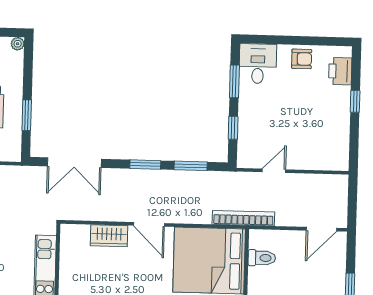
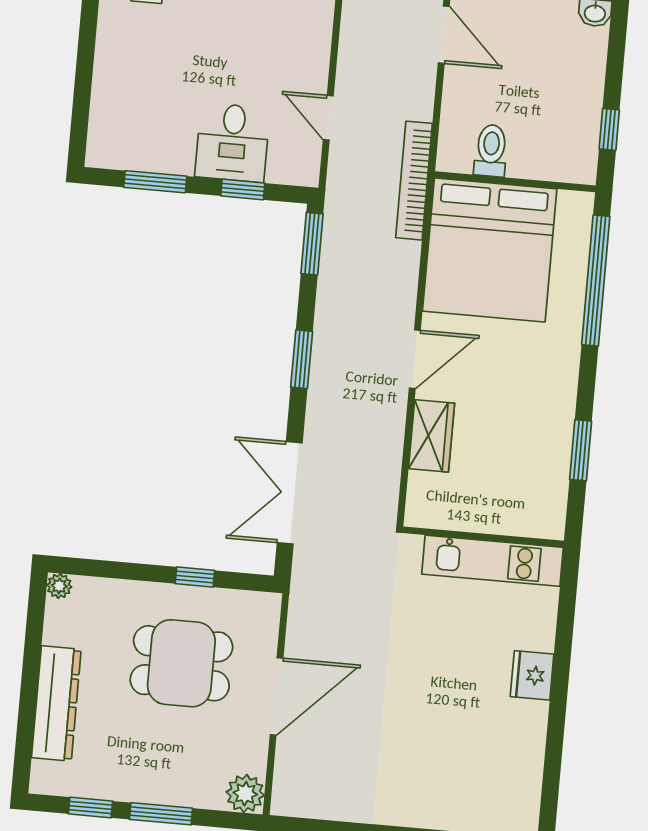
armchair: (302, 59) -> (121, 53), removed
desk: (258, 64) -> (232, 143), moved, turned -90
window: (27, 115) -> (195, 577), width x0.67
double door: (74, 163) -> (290, 493), swing flipped
window: (191, 166) -> (312, 244), moved

